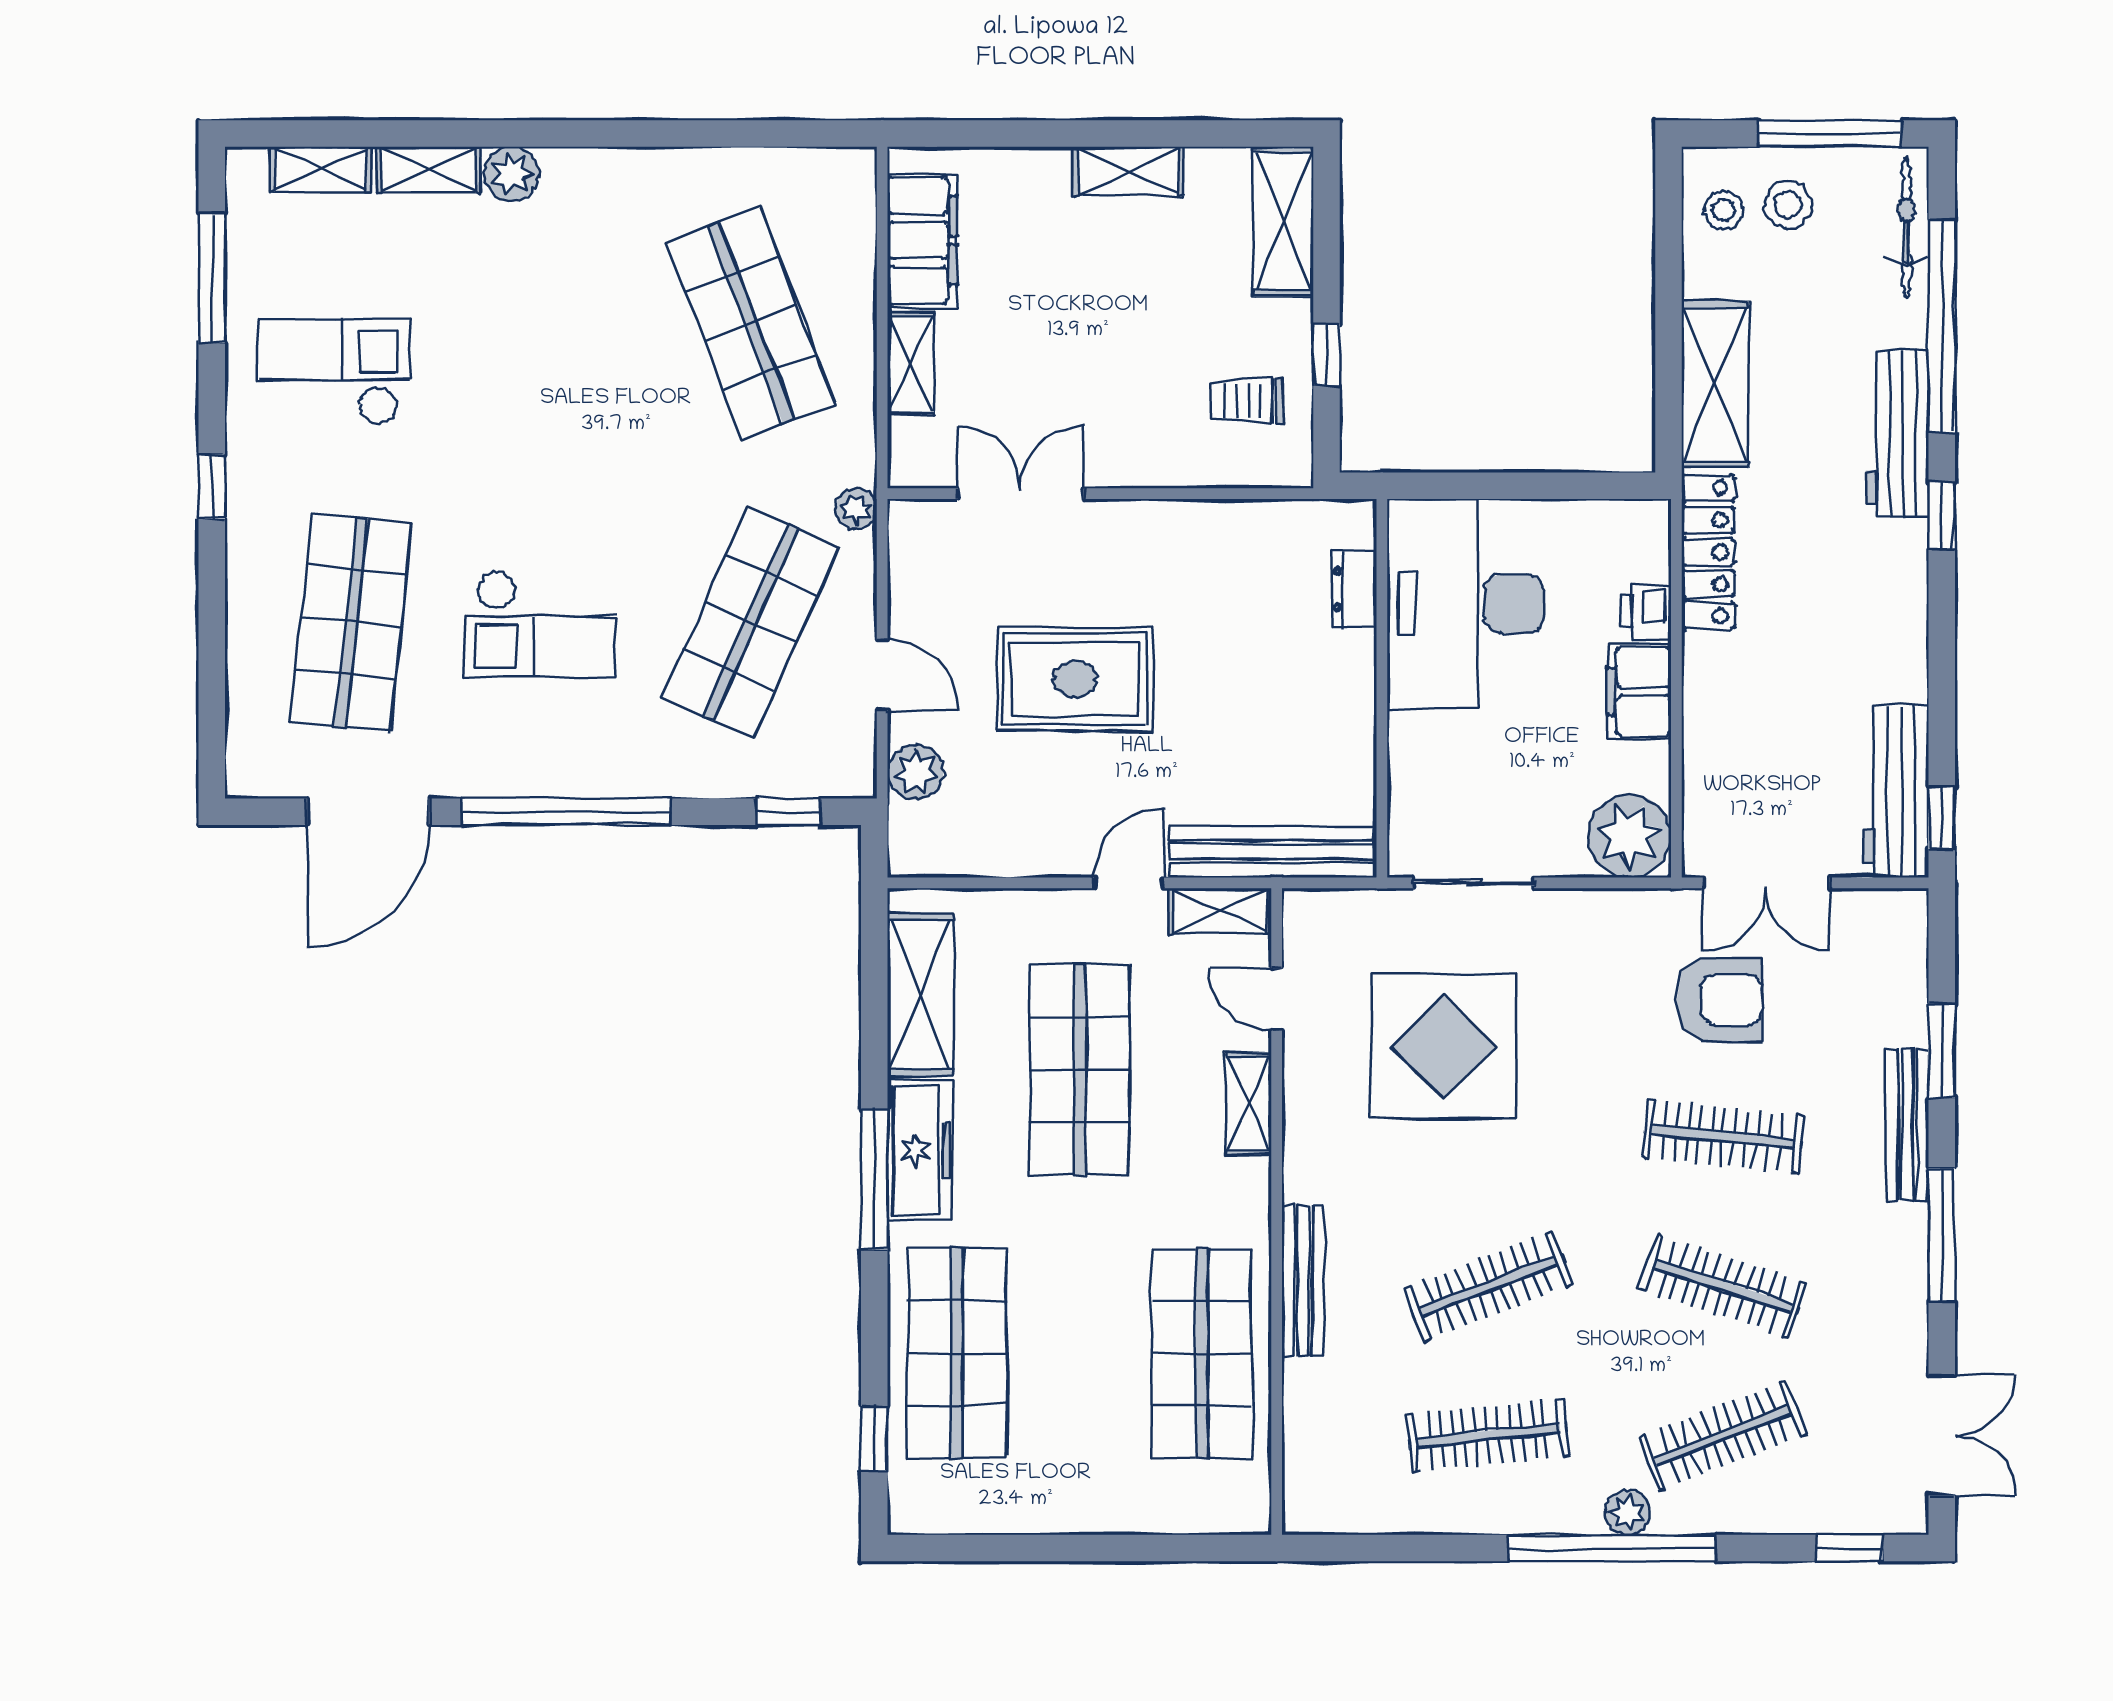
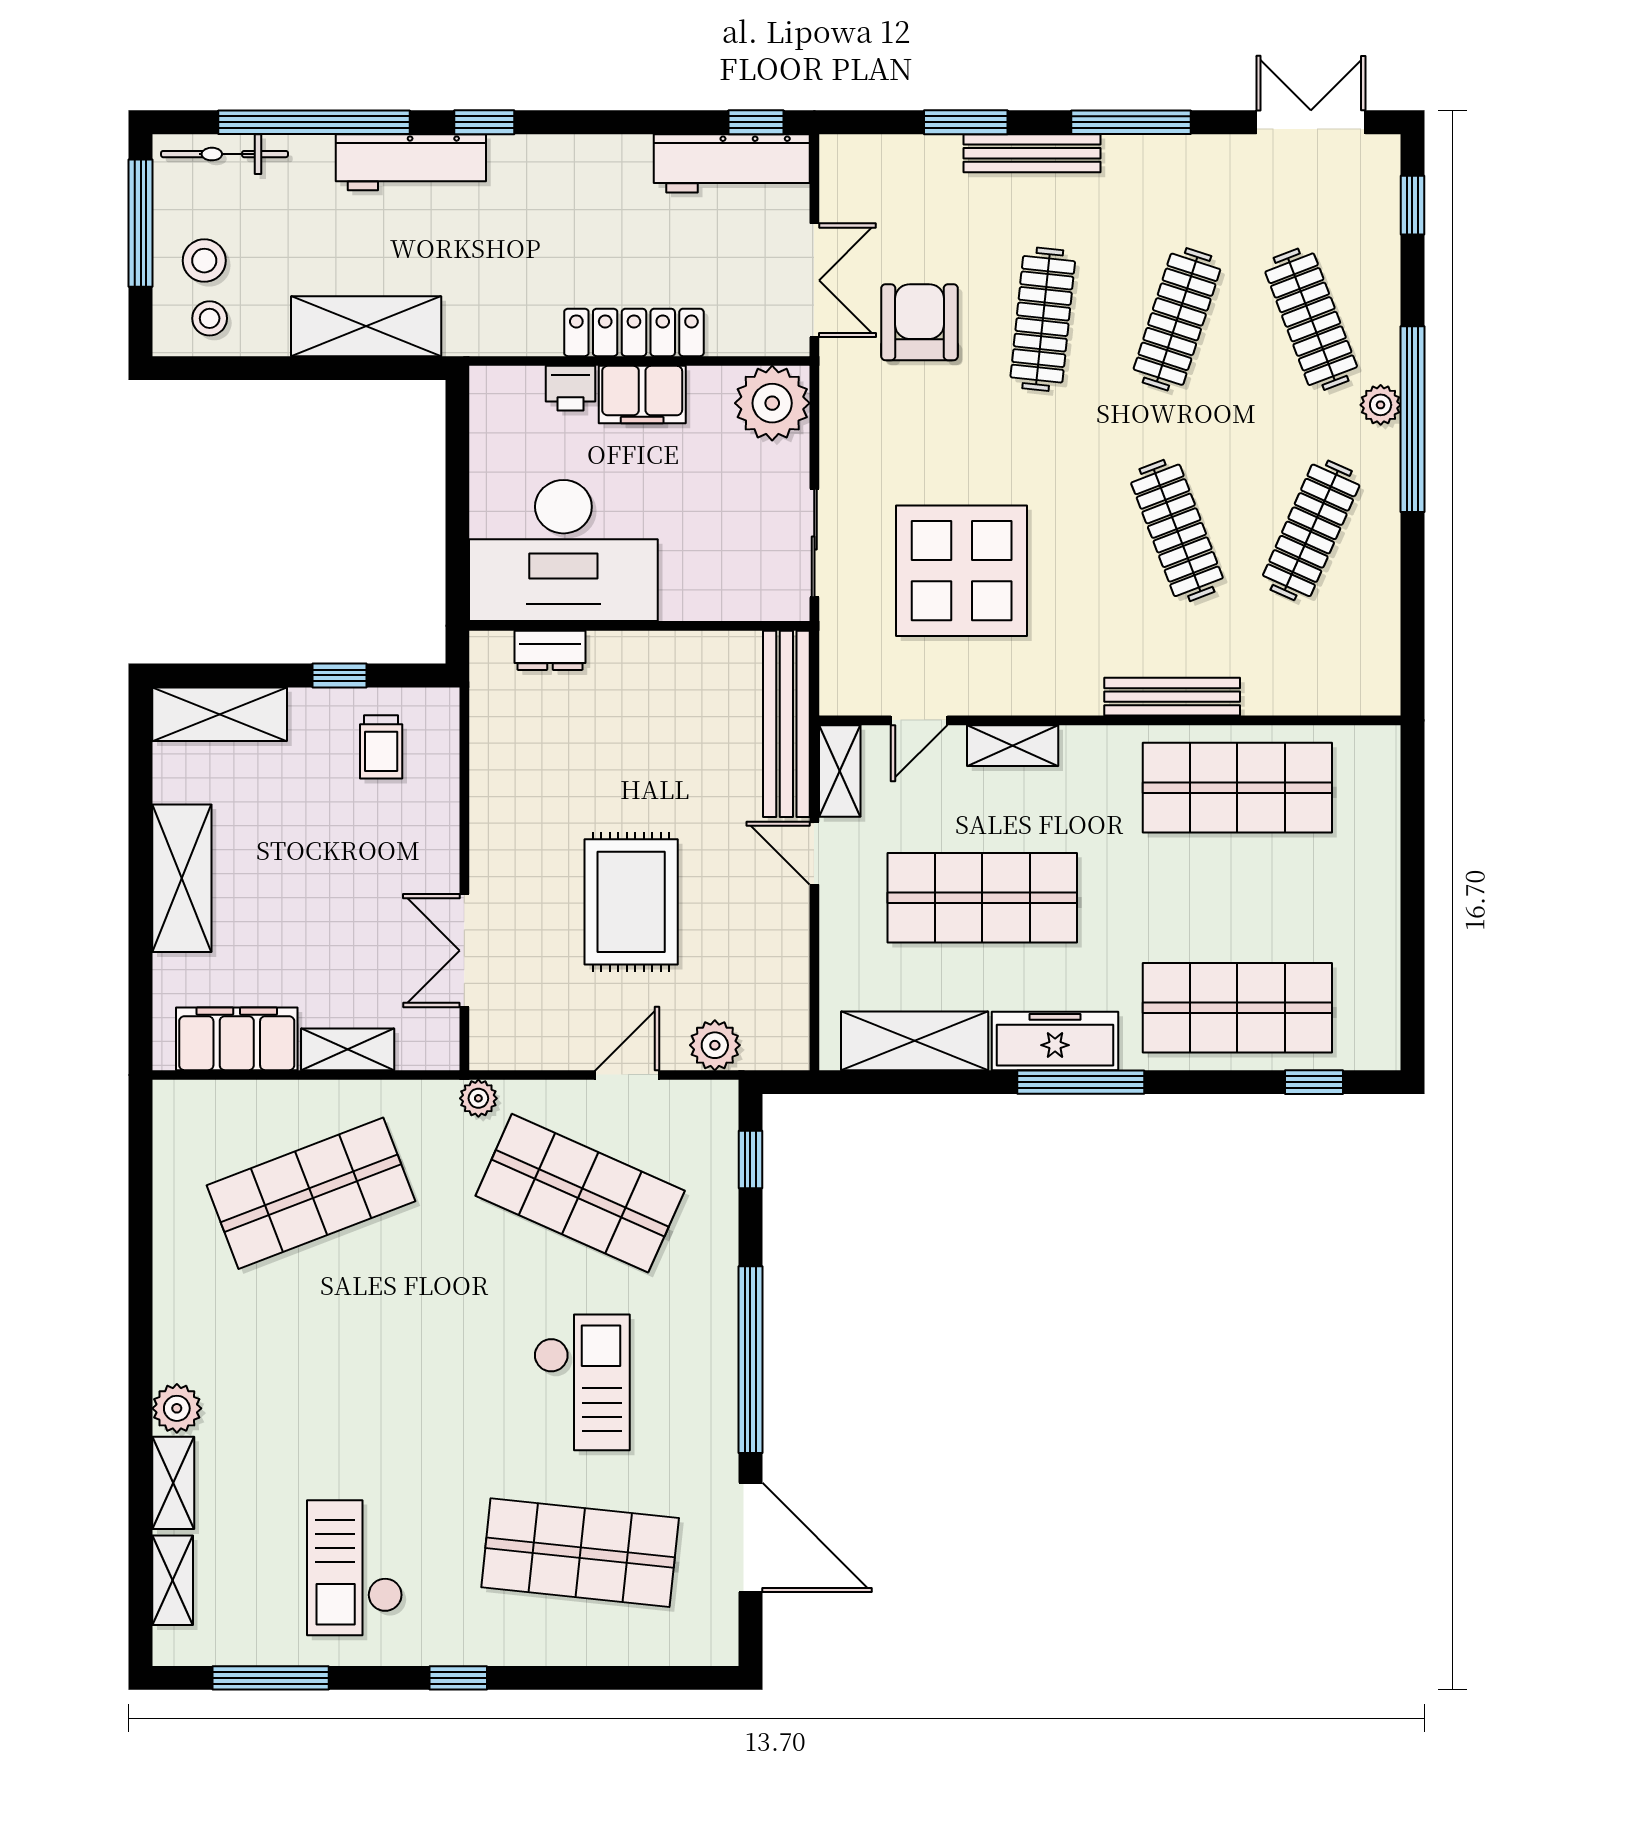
shelving: (1128, 171) -> (182, 878), width x1.50, depth x1.33
locker: (1708, 552) -> (634, 332), moved
clothes rail: (1488, 1435) -> (1311, 530), turned 30

